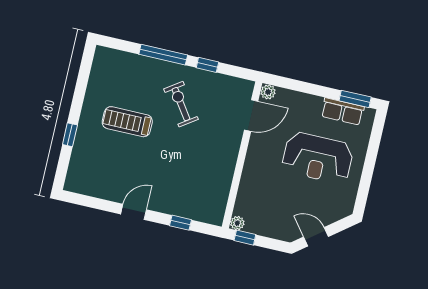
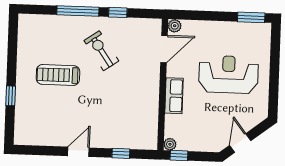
row of seats: (343, 111) -> (174, 96), moved, turned -90
reception desk: (318, 158) -> (229, 74), turned 180
door: (316, 237) -> (240, 143), hinge flipped

